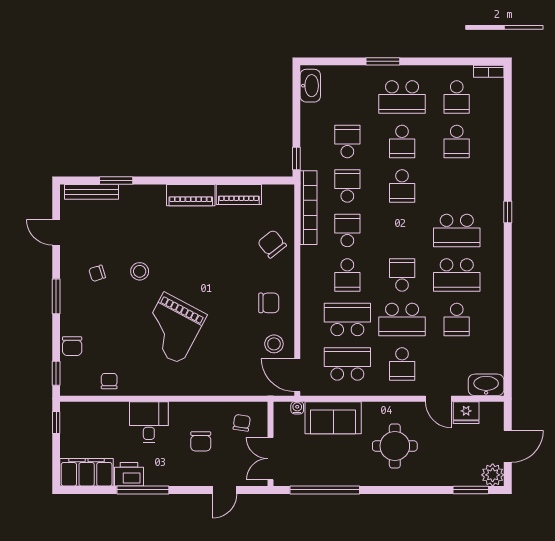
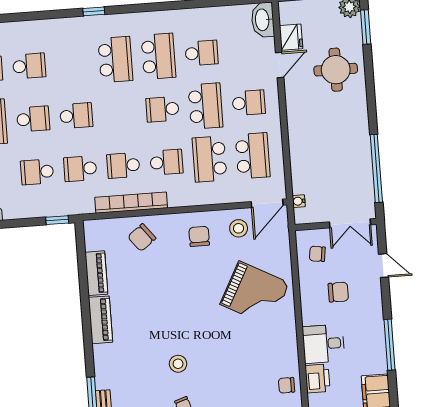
bookcase: (309, 208) -> (131, 203), moved
grand piano: (172, 328) -> (255, 294), moved
school desk: (347, 364) -> (253, 156), turned 180
sofa: (333, 418) -> (306, 166), removed
round table: (395, 446) -> (336, 70), moved
printer: (129, 474) -> (318, 378), moved, turned 180

